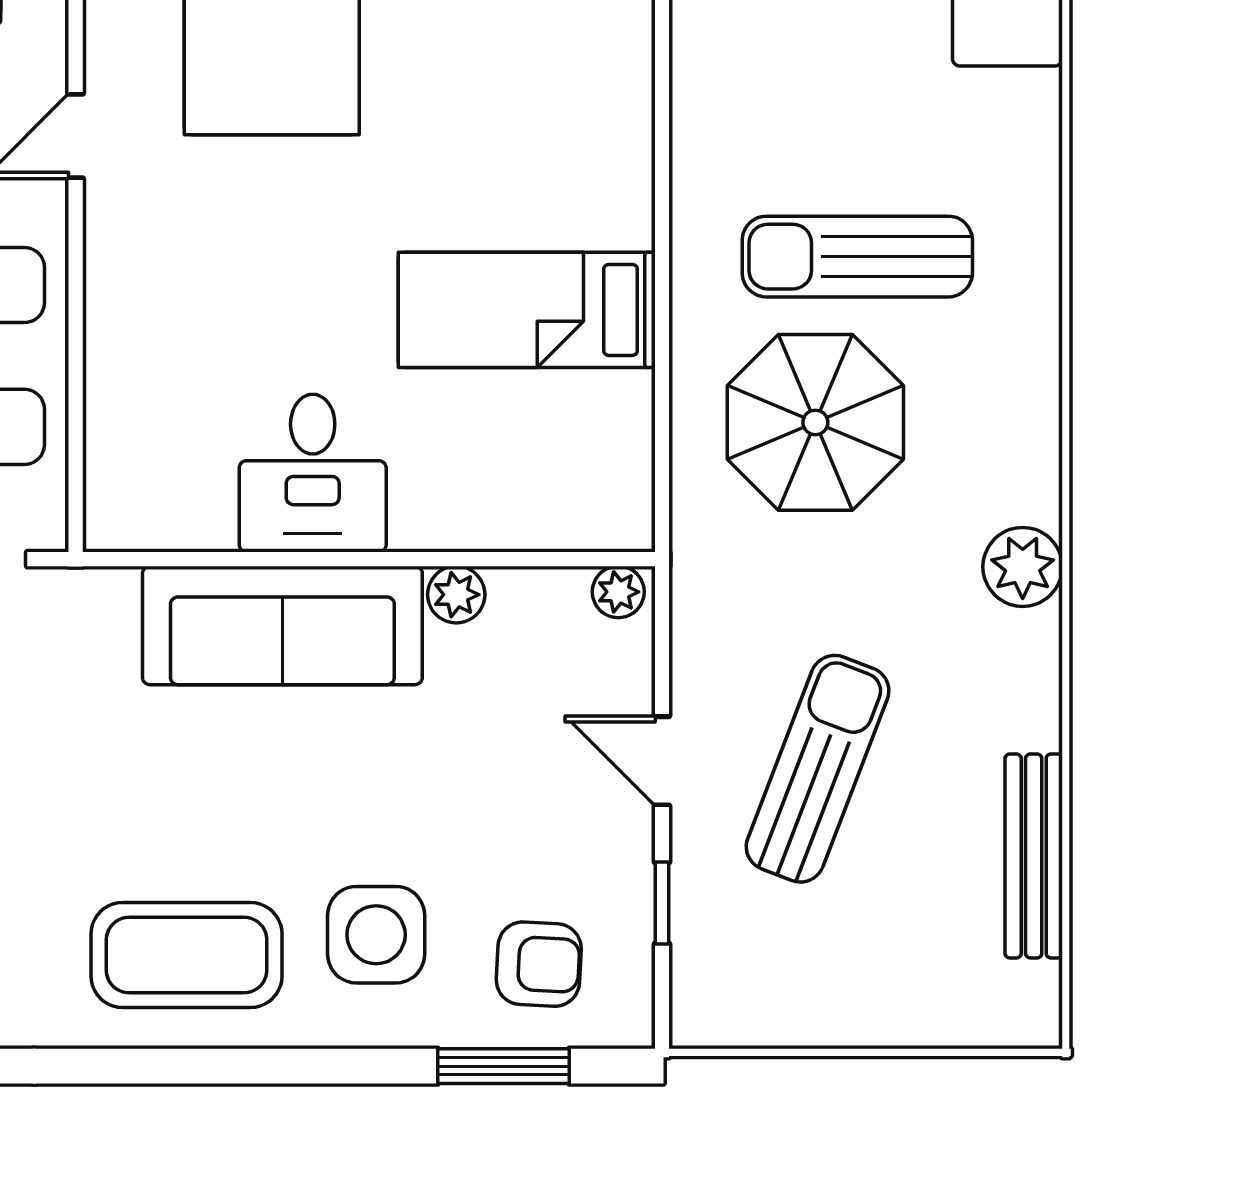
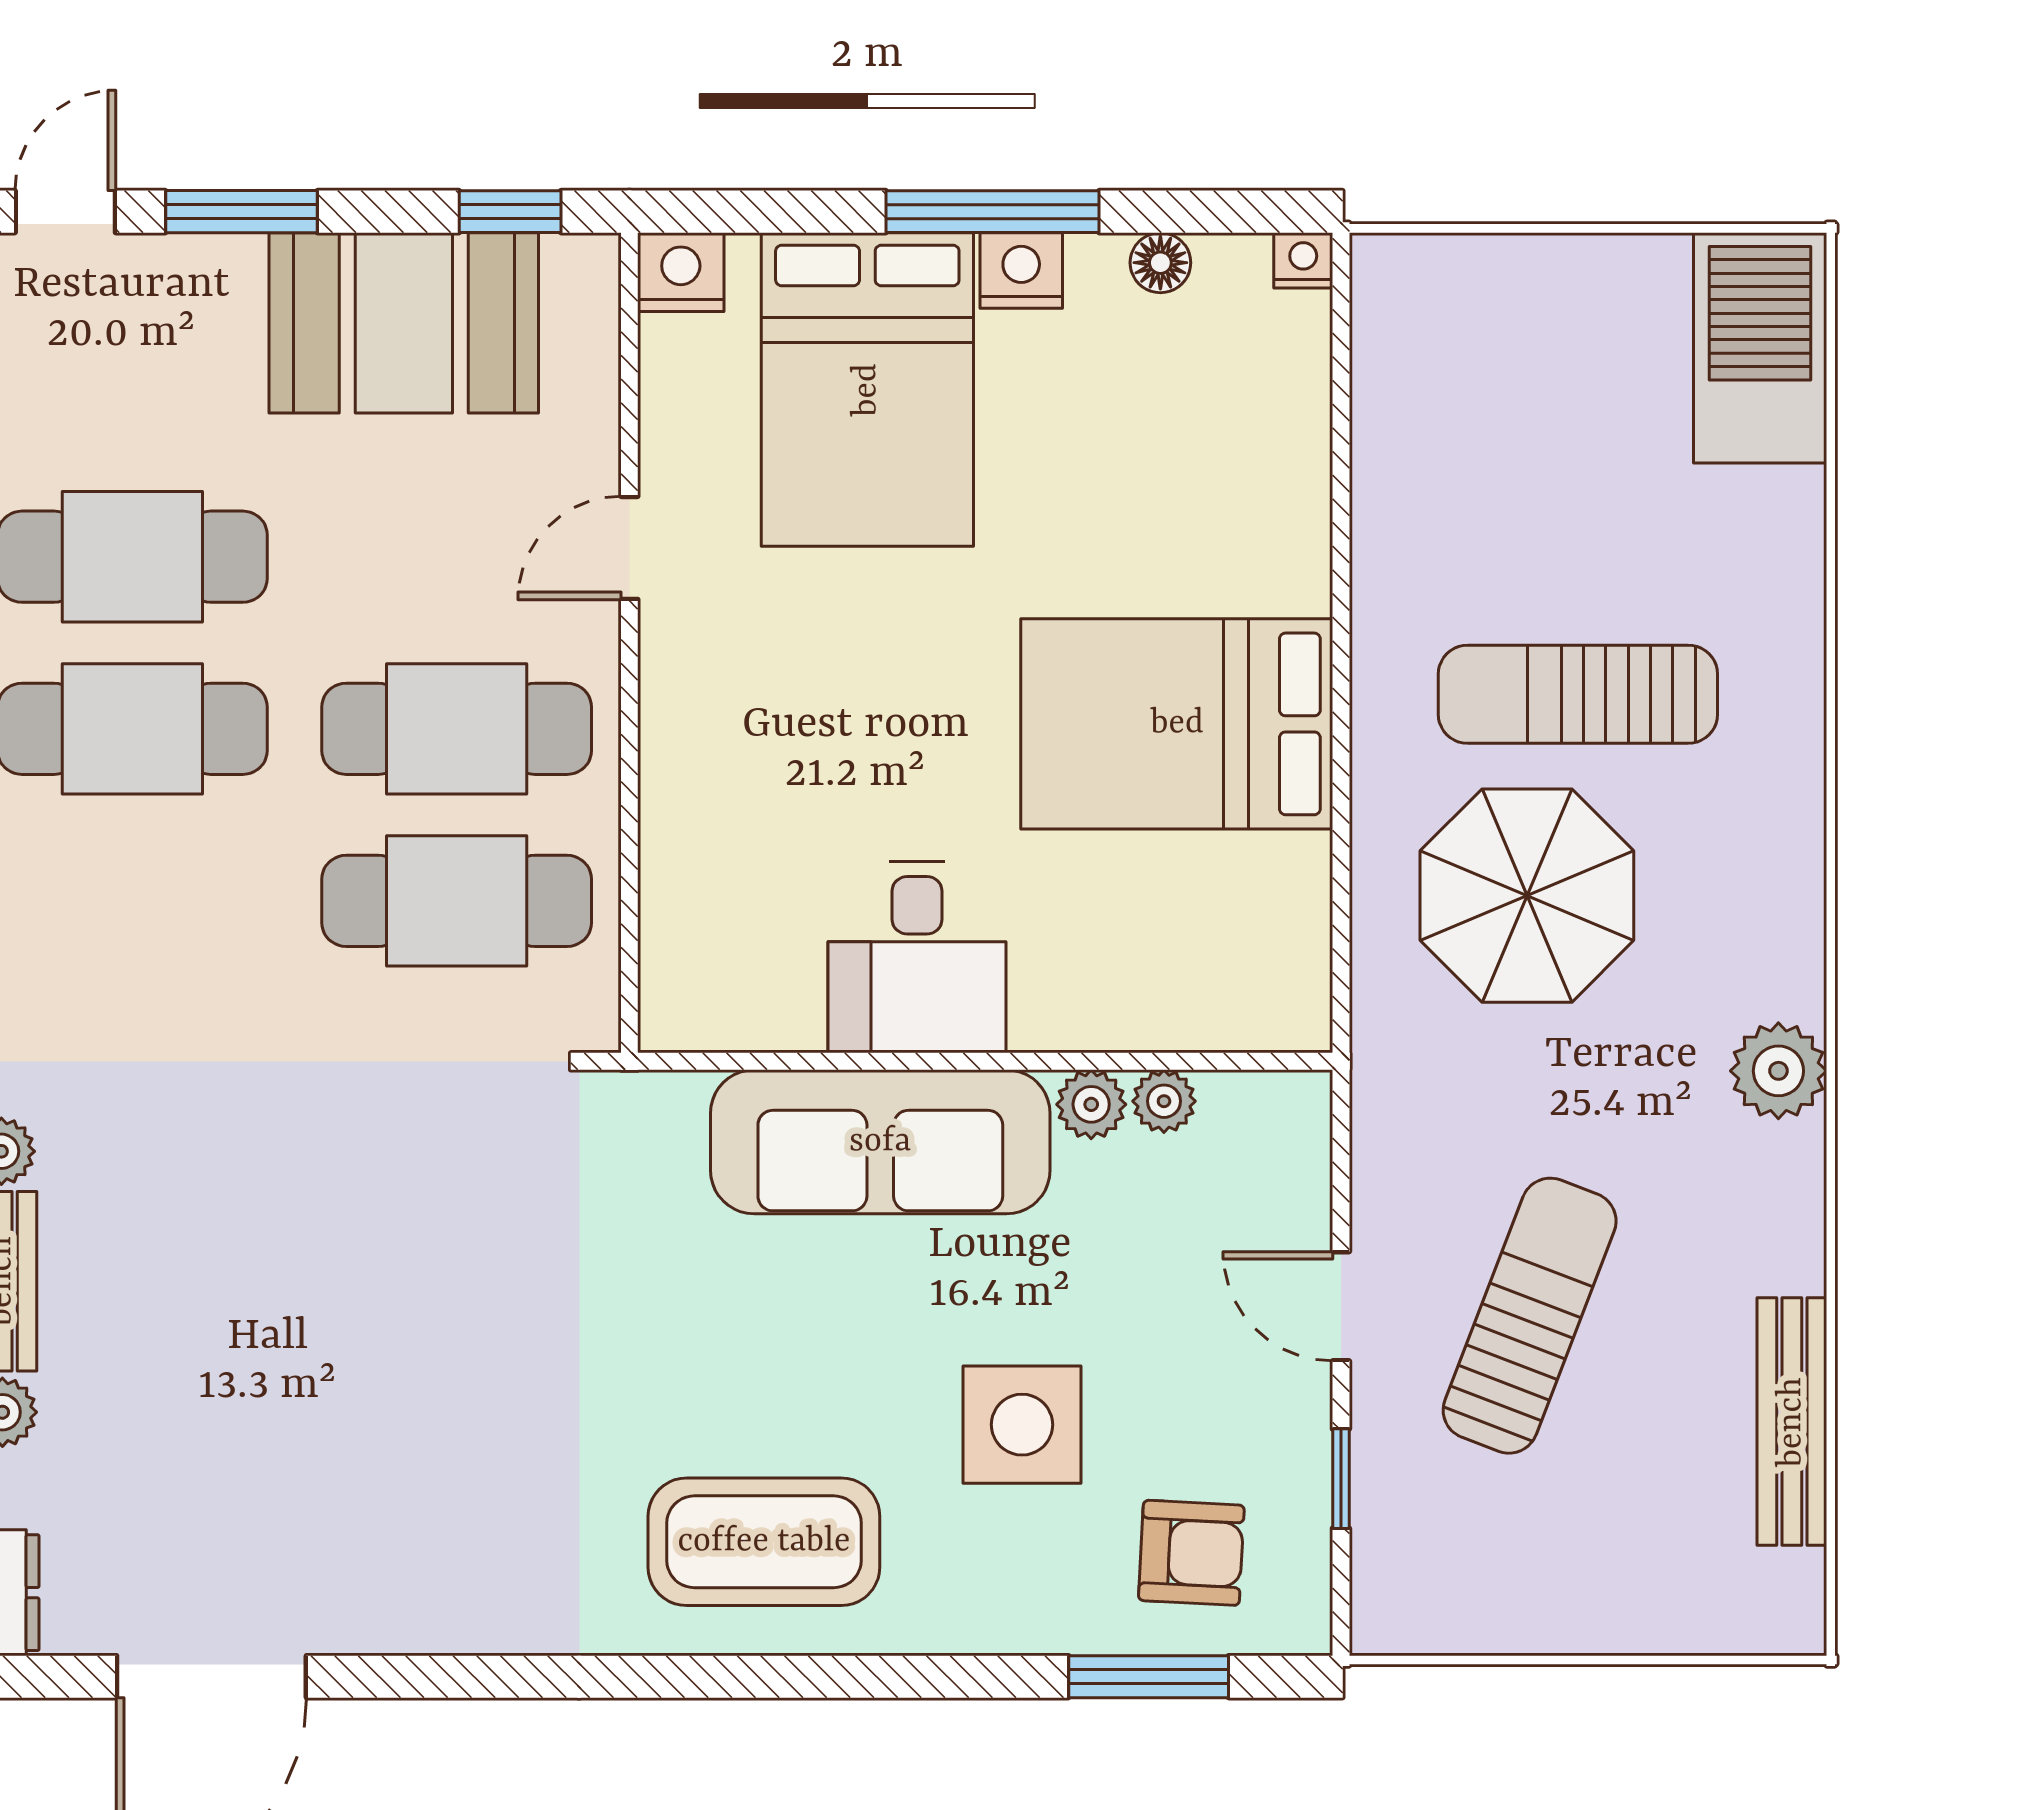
bed: (527, 310) -> (1177, 724), width x1.50
plant: (618, 592) -> (1164, 1101), moved
side table: (376, 935) -> (1022, 1425), moved

